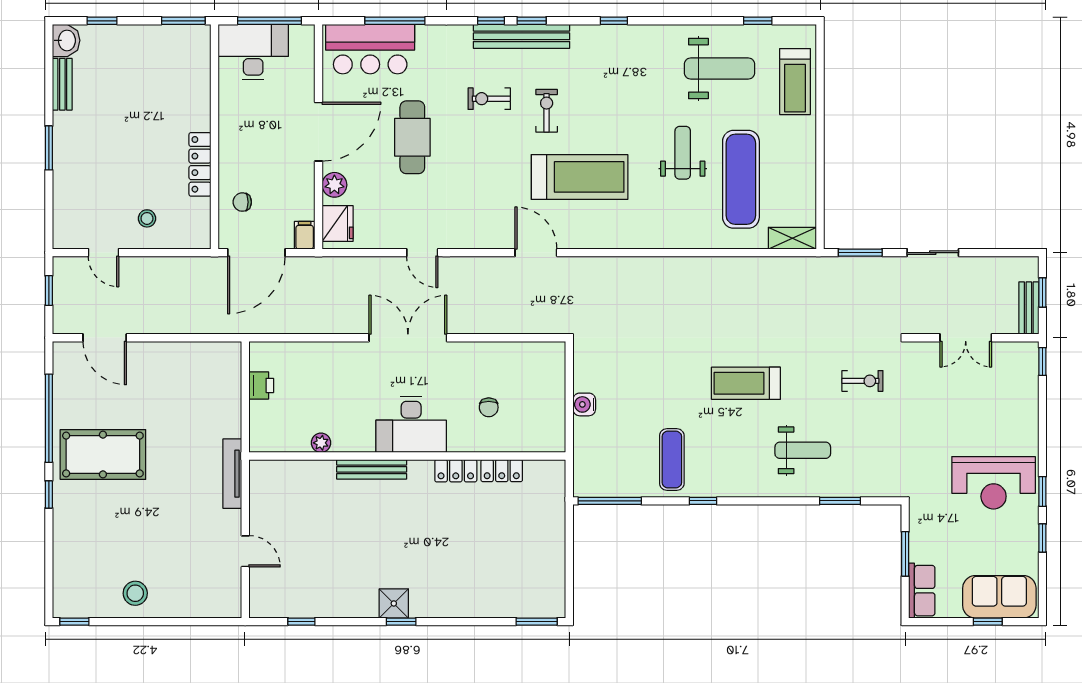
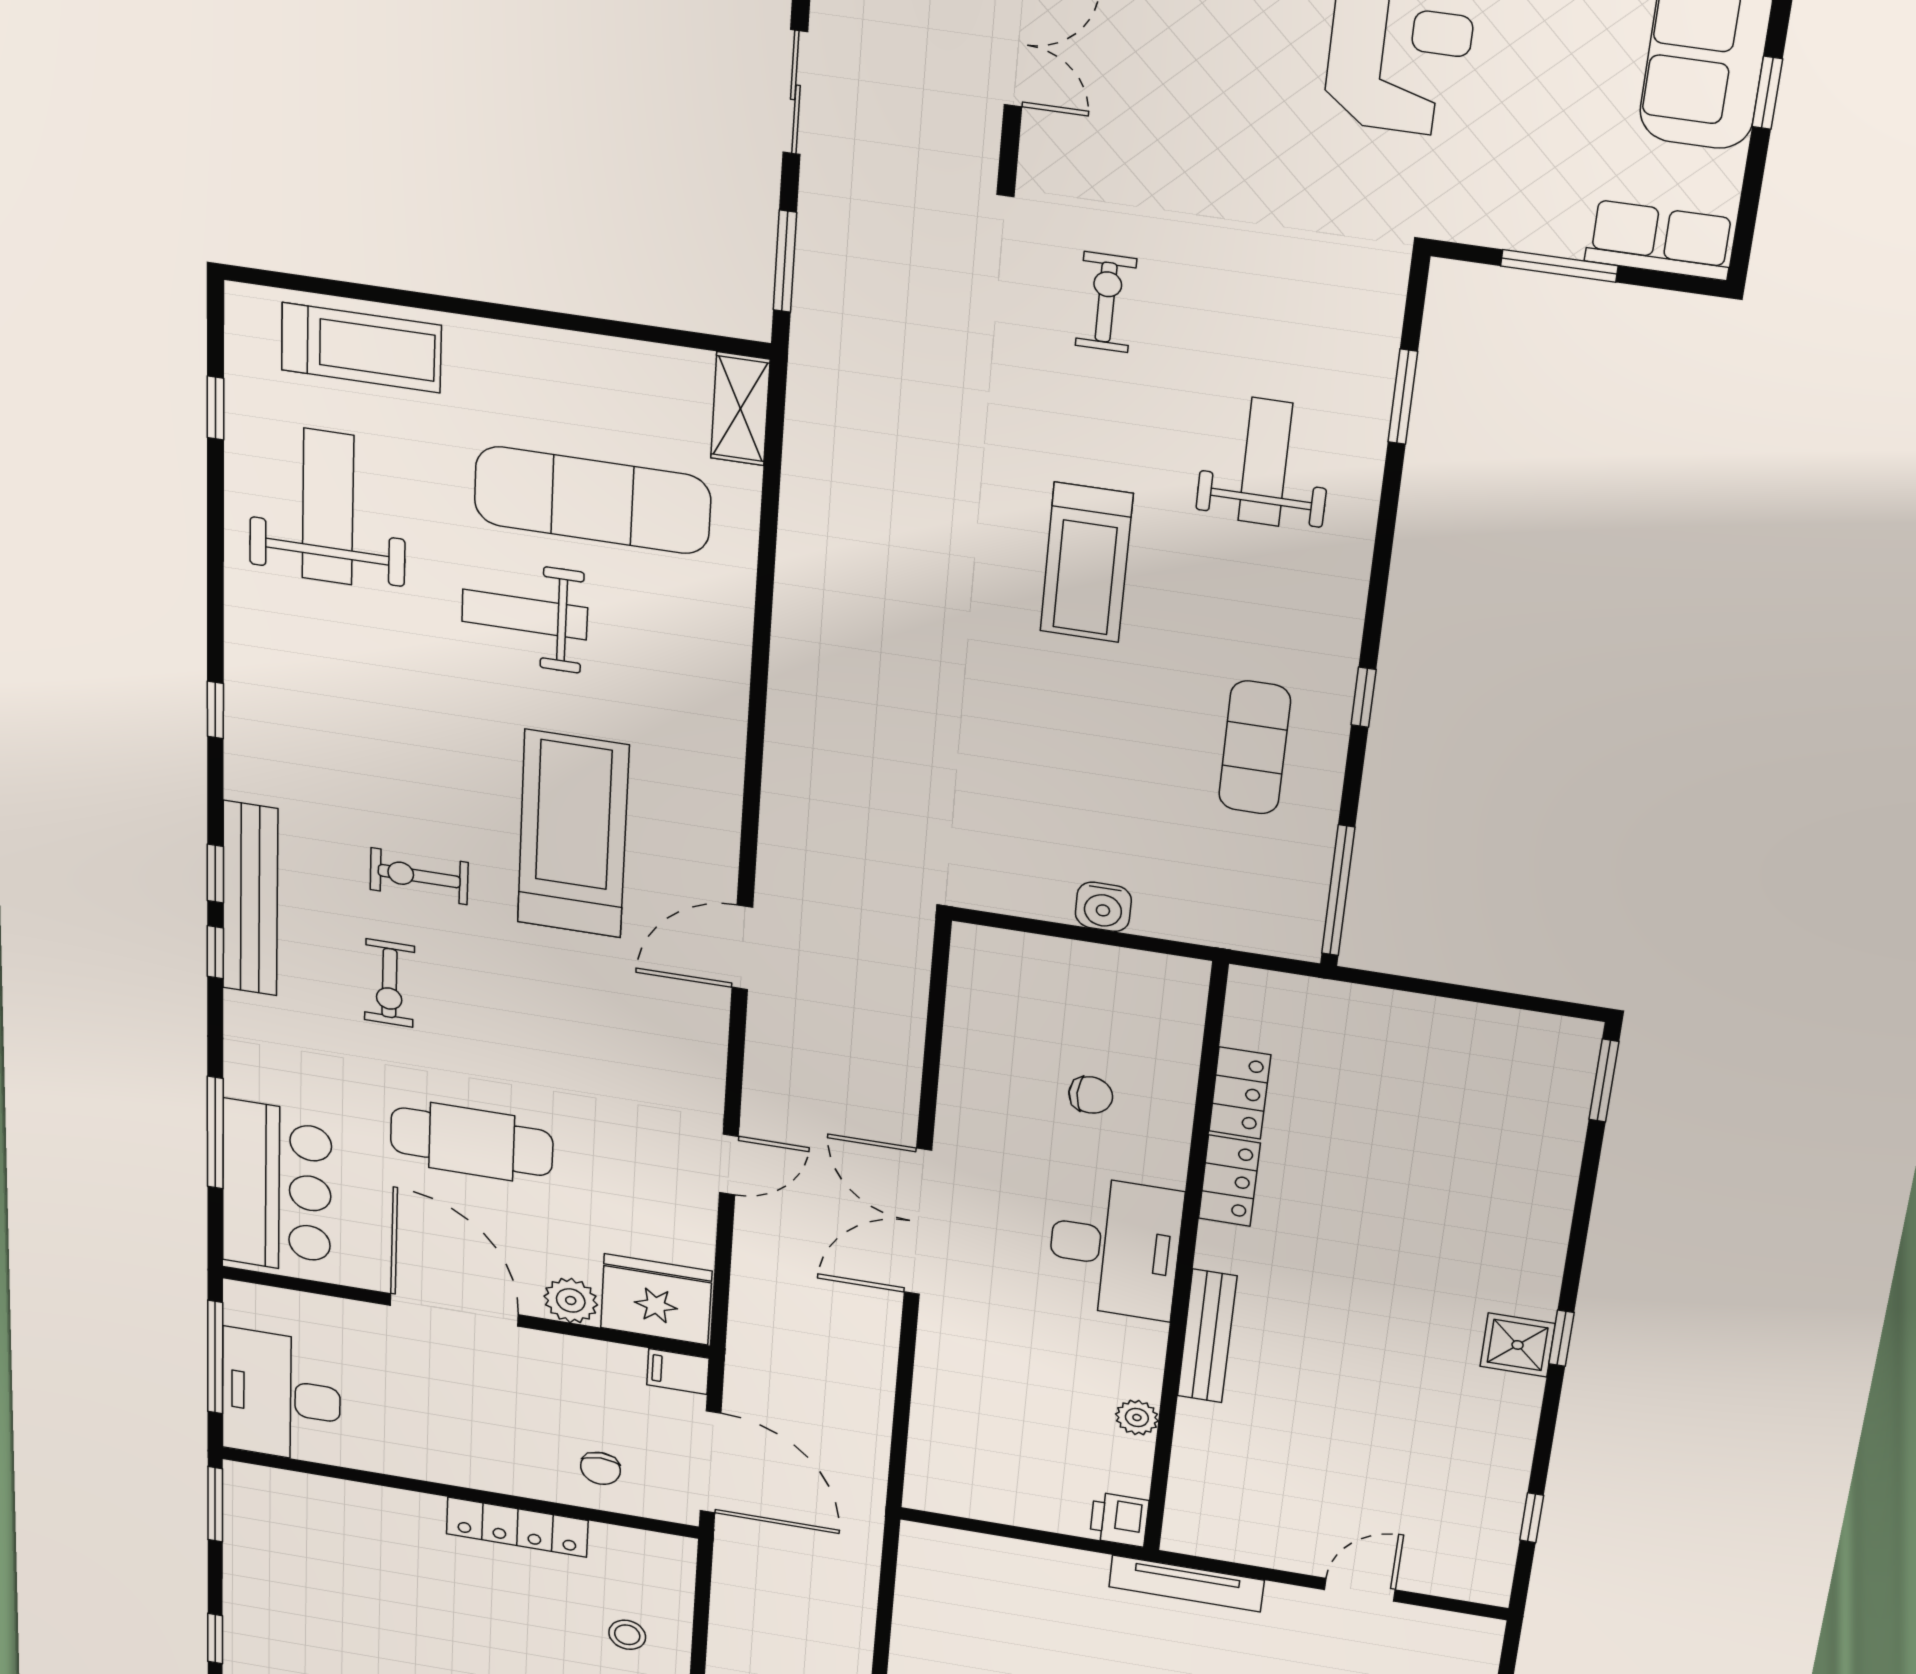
fridge: (338, 223) -> (656, 1299), width x1.36, depth x1.34
printer: (261, 385) -> (1119, 1519), moved, turned -90
exercise mat: (672, 459) -> (1255, 748), turned 90

